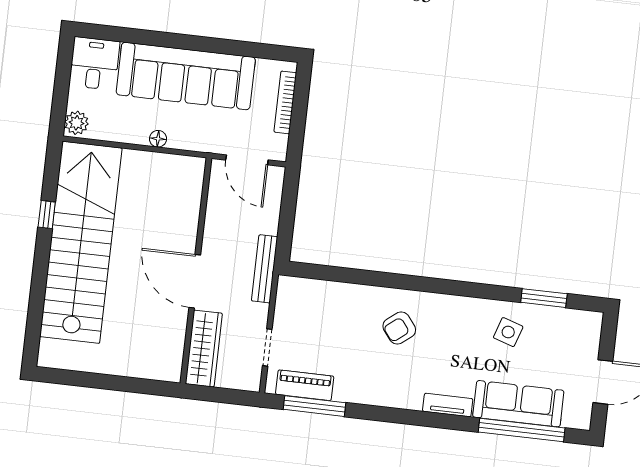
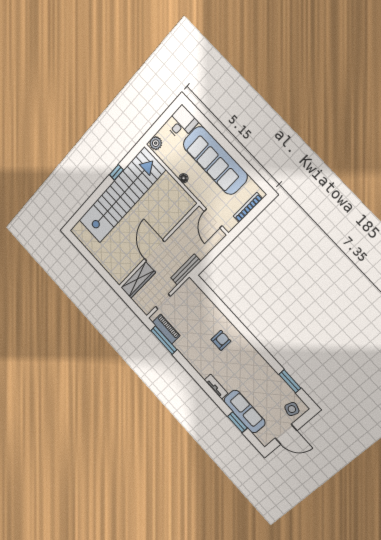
armchair: (399, 328) -> (221, 340), turned 128
side table: (508, 332) -> (292, 409), moved
window: (522, 430) -> (237, 422), width x0.47

